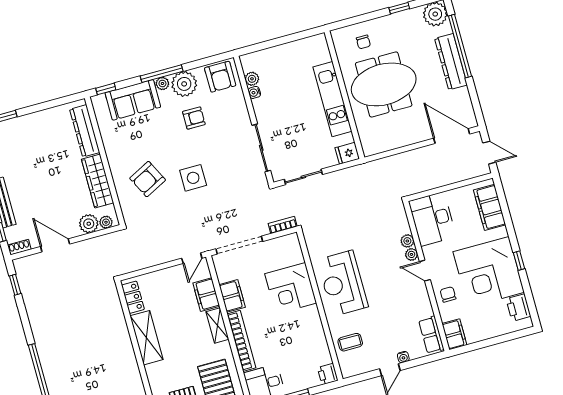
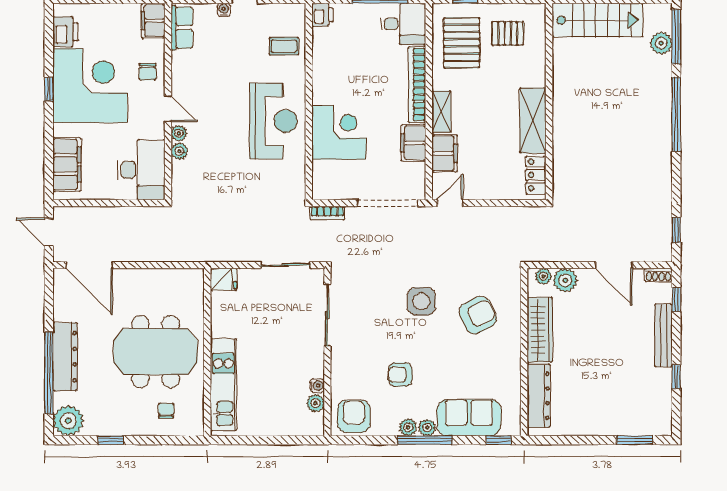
plant: (184, 84) -> (408, 427), width x0.53, depth x0.53
kitchen unit: (332, 99) -> (223, 385), moved

